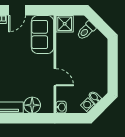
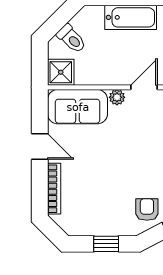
plant: (49, 60) -> (117, 97), added
bathtub: (100, 69) -> (131, 17), added

